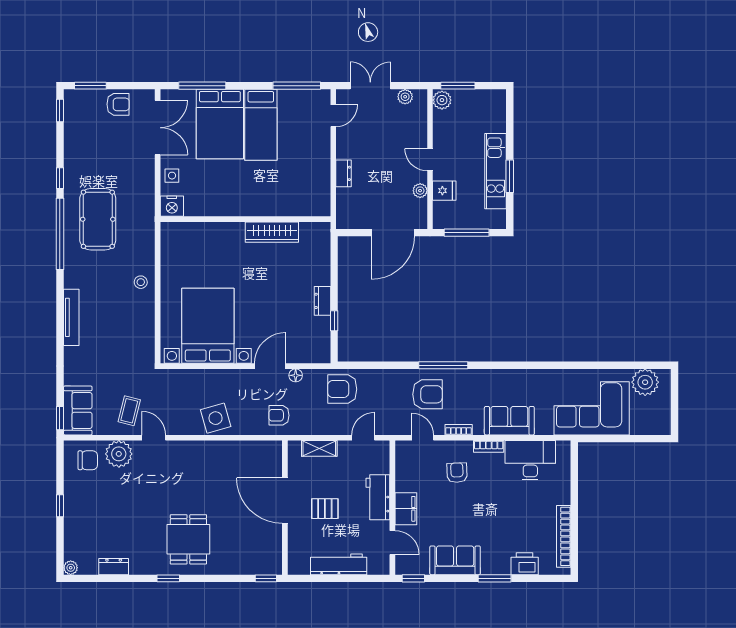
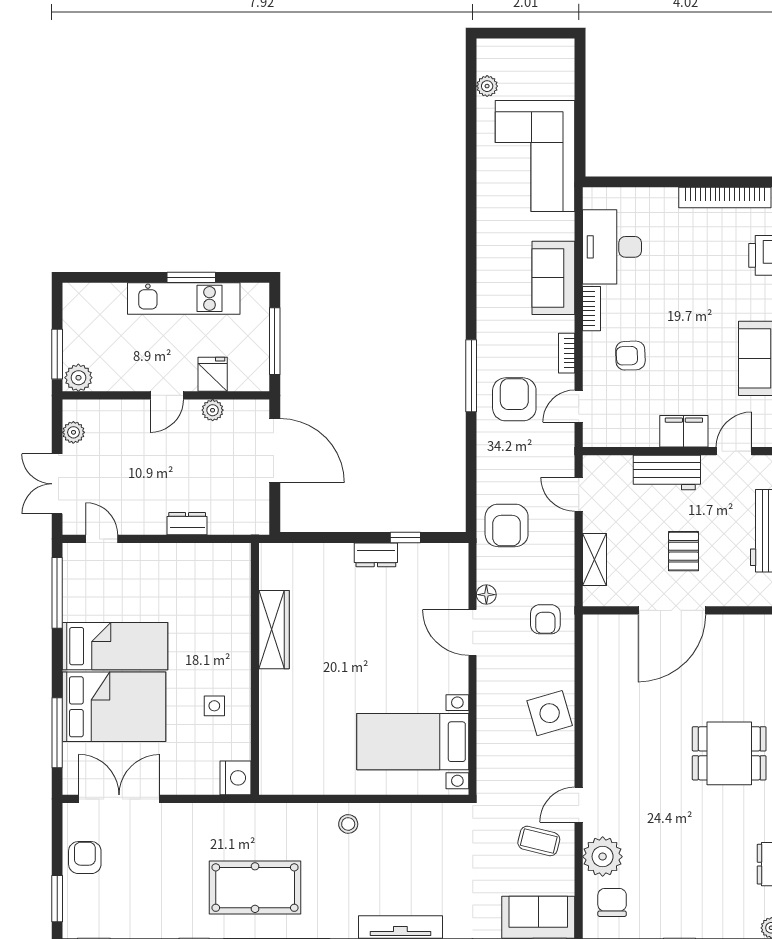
side table: (172, 176) -> (214, 706), moved
bed with nightstands: (208, 326) -> (413, 742), width x0.73
plant: (645, 382) -> (487, 86), width x0.53, depth x0.53

